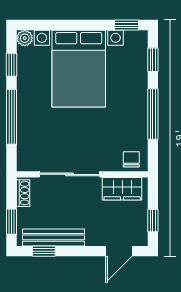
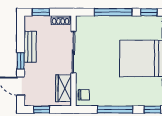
bench: (53, 237) -> (30, 47), width x0.73
window: (44, 251) -> (21, 61), moved

